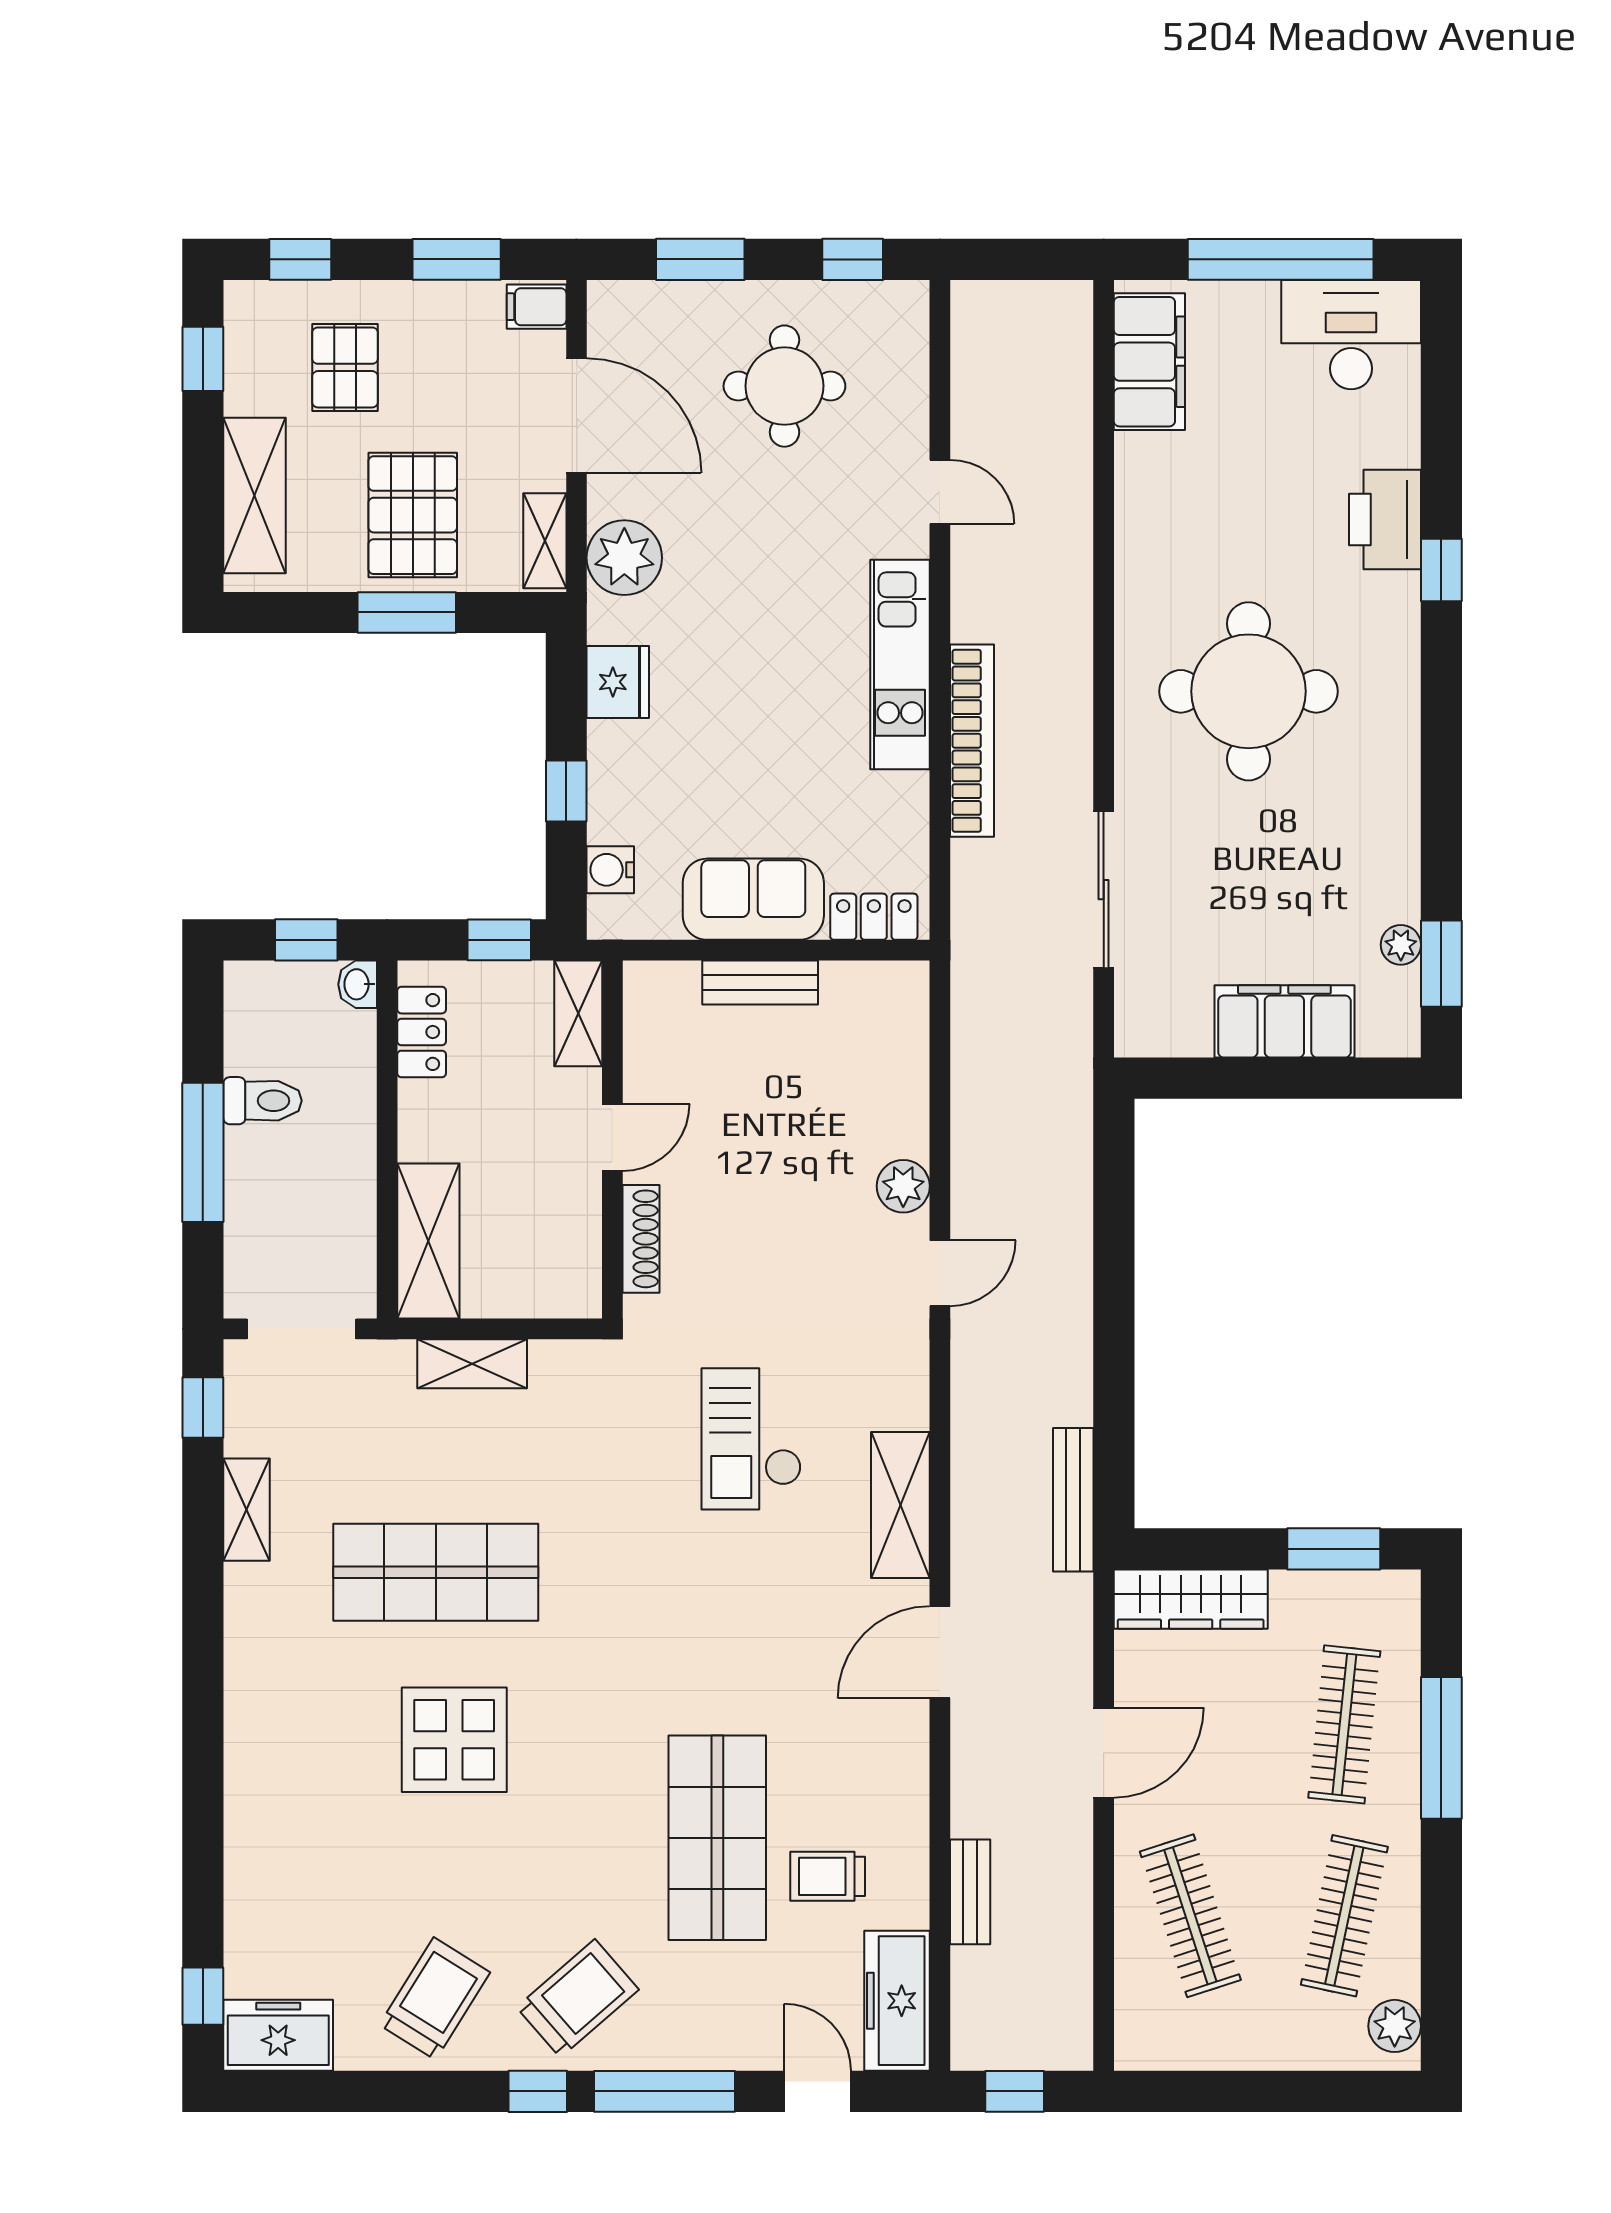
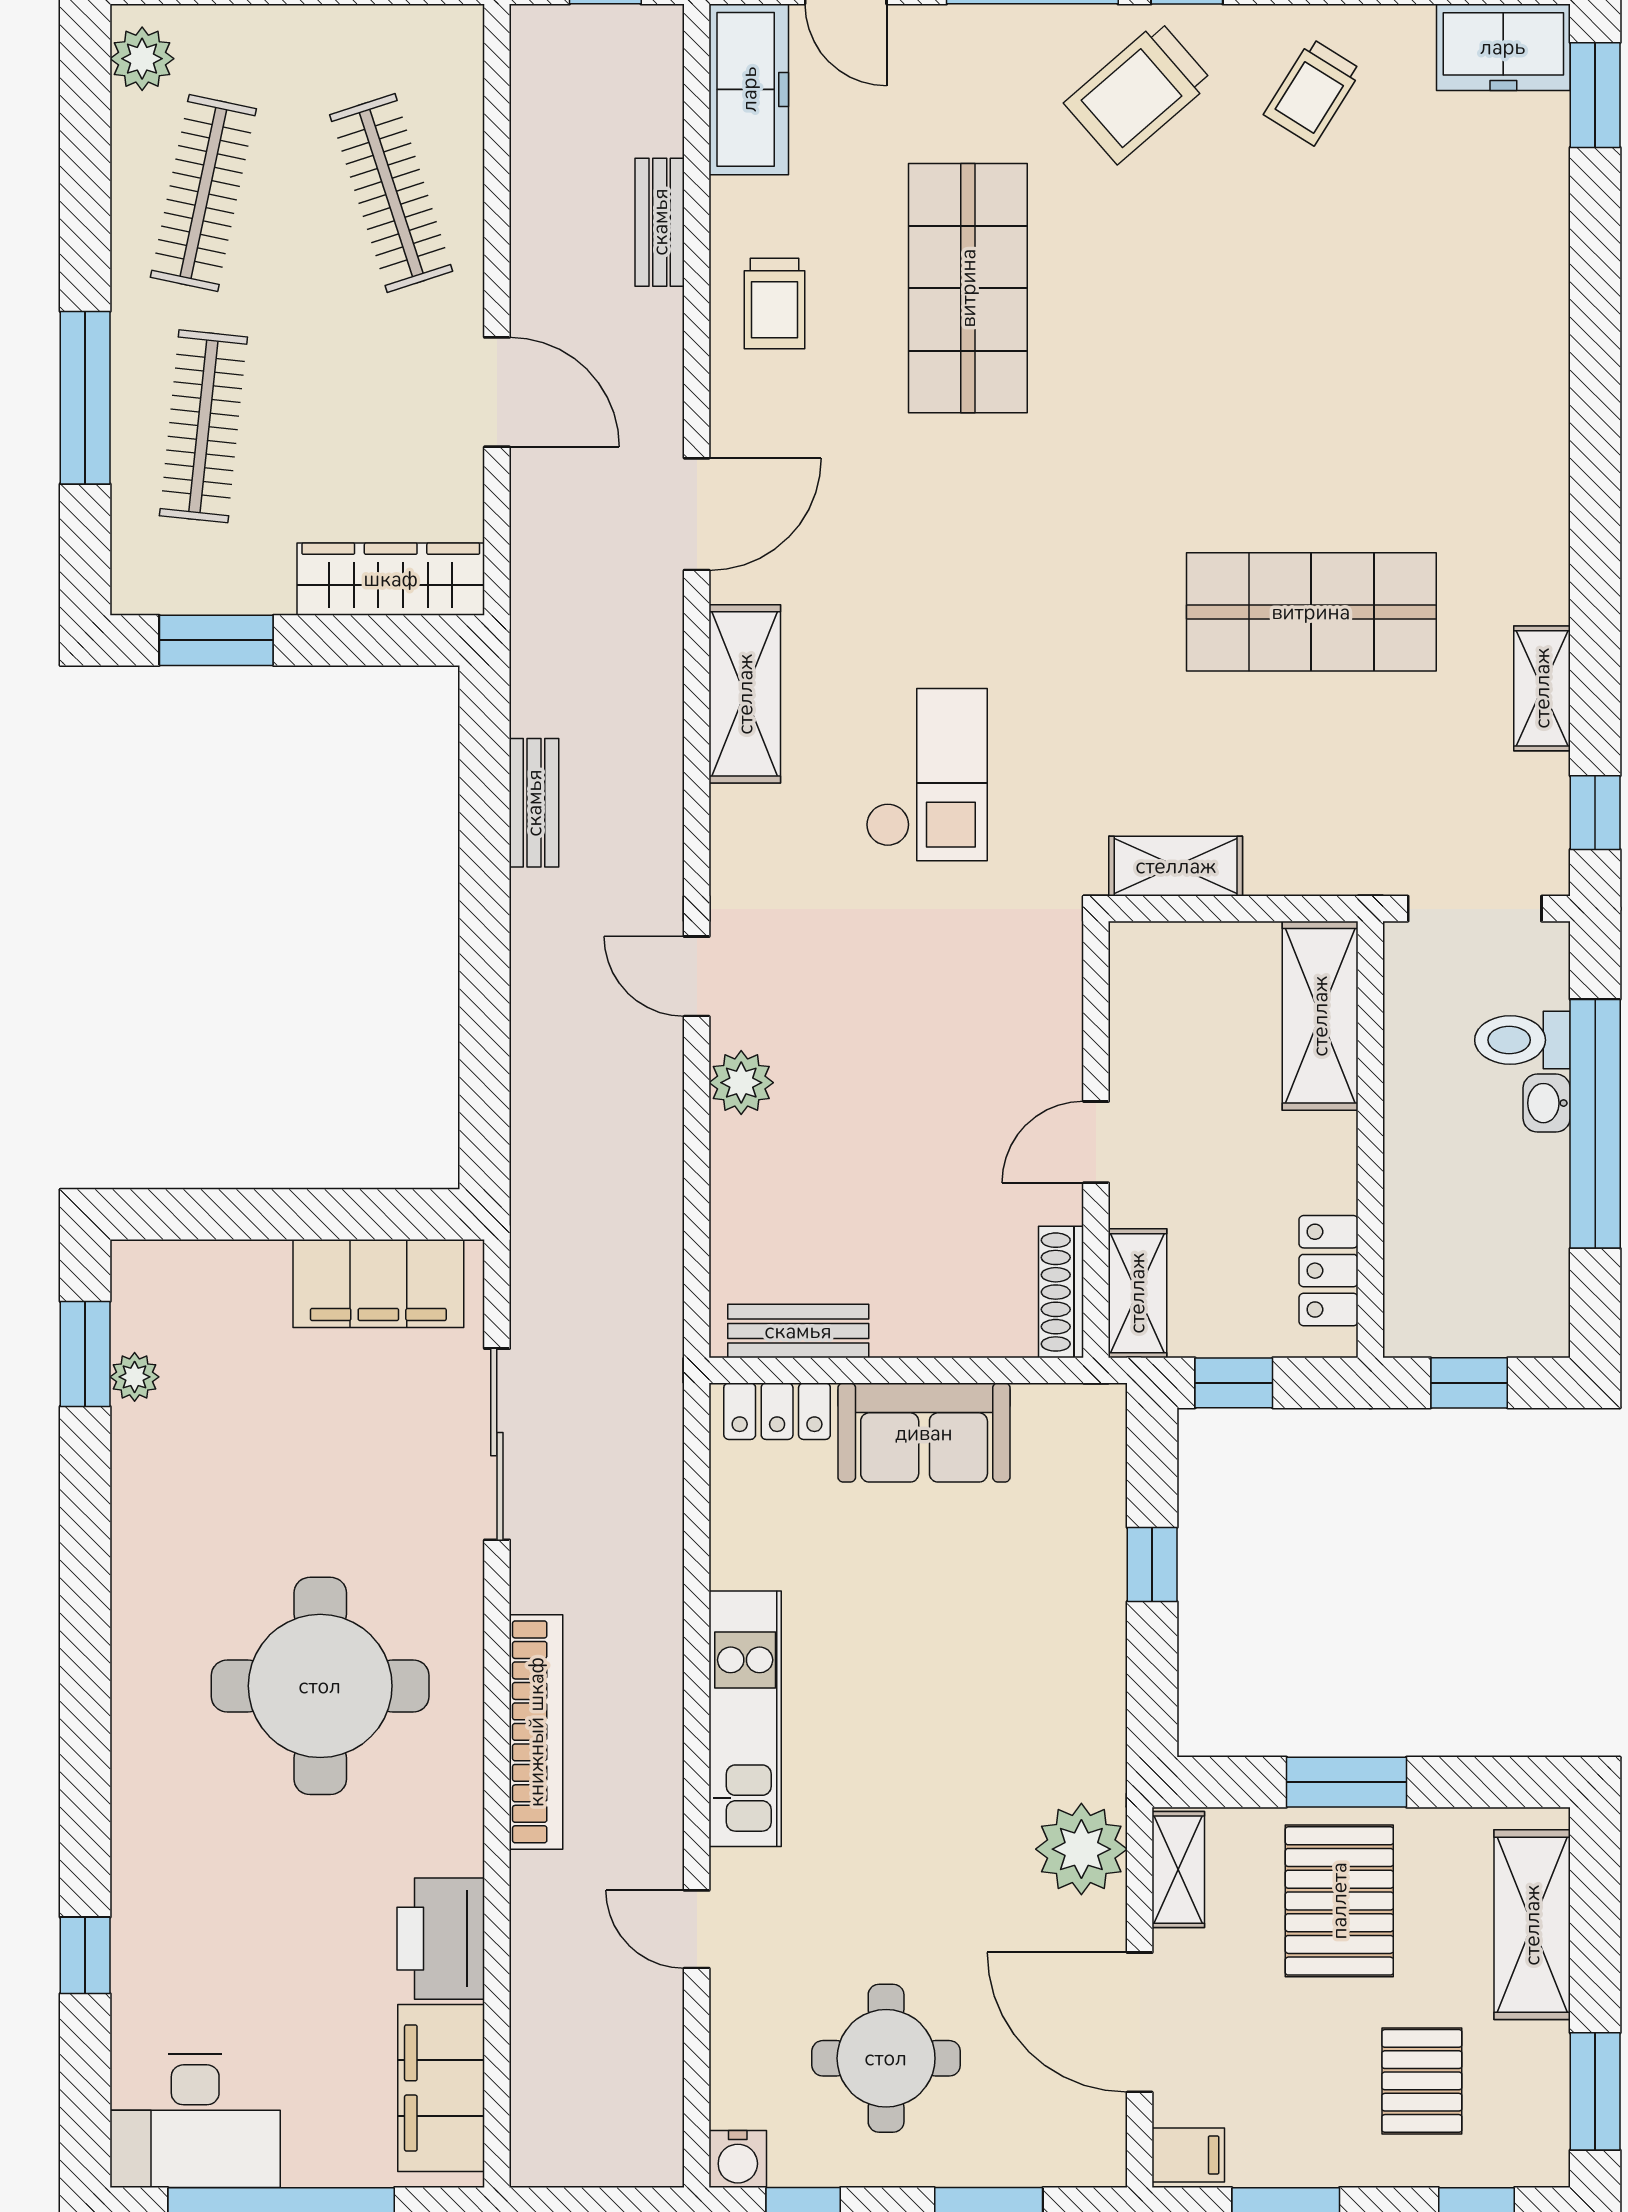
window: (203, 359) -> (1595, 2091), width x1.50
printer: (1385, 519) -> (441, 1939), moved, turned 180
window: (1441, 570) -> (85, 1955), moved
fridge: (618, 682) -> (1089, 1697), removed
bookcase: (972, 741) -> (536, 1732), moved, turned 180
water cooler: (610, 870) -> (738, 2159), moved, turned 90
bench: (760, 982) -> (798, 1331), moved
washbasin: (358, 984) -> (1547, 1103), moved, turned 180
filing cabinet: (1284, 1021) -> (378, 1284), moved
toilet: (263, 1101) -> (1522, 1040), moved
window: (203, 1152) -> (1595, 1124), width x1.46
shoe rack: (641, 1239) -> (1061, 1292), moved
door: (940, 1273) -> (697, 976), hinge flipped
shelving: (472, 1364) -> (1176, 866), moved
bench: (1073, 1500) -> (534, 803), moved, width x0.73
display table: (454, 1740) -> (1289, 408), removed
door: (1104, 1753) -> (497, 392), swing flipped
trolley: (828, 1876) -> (775, 303), moved, turned 90
window: (203, 1996) -> (1595, 95), width x1.50
trolley: (435, 1999) -> (1313, 92), width x0.73, depth x0.72

